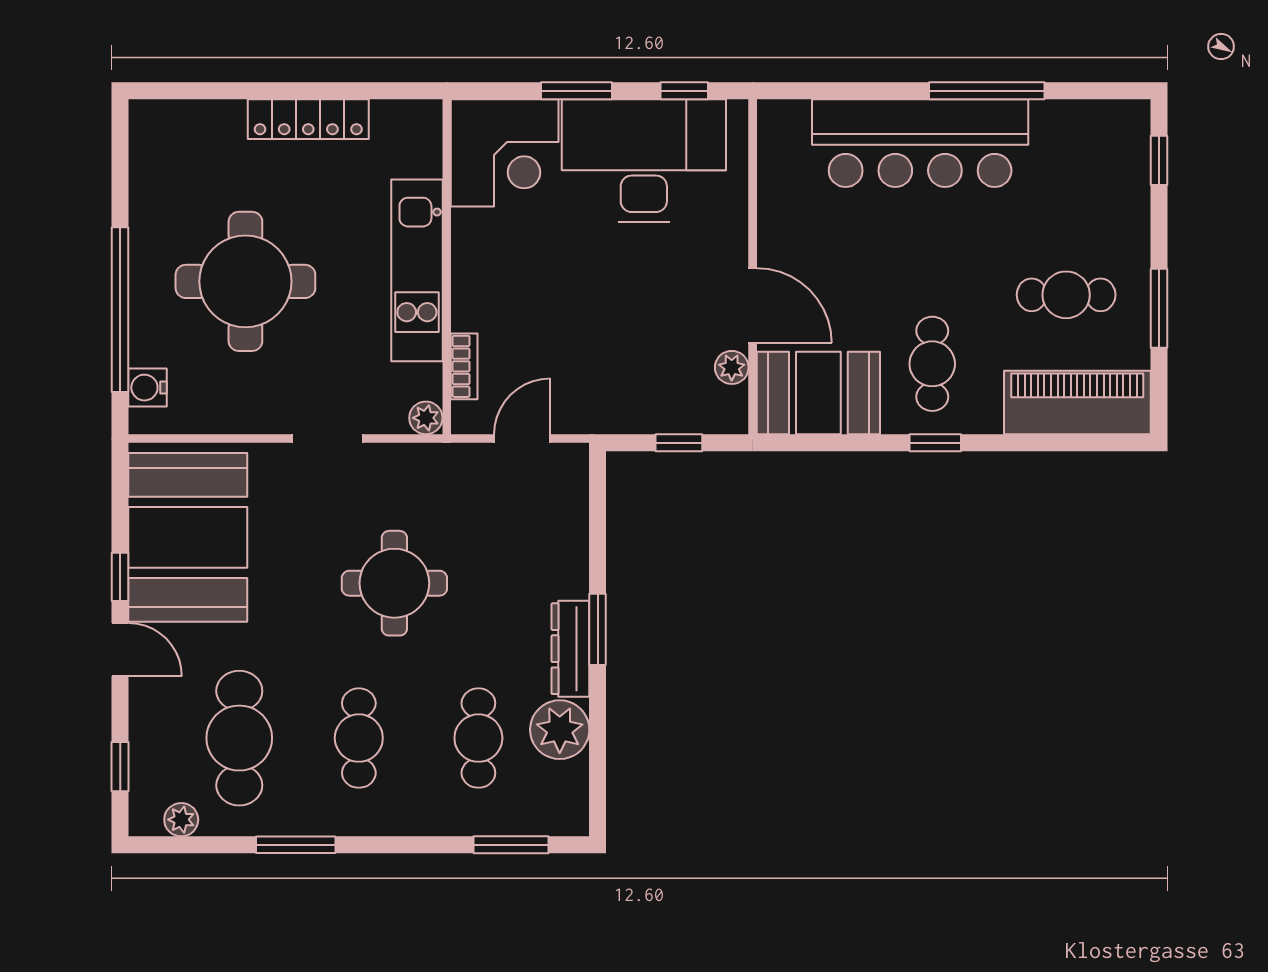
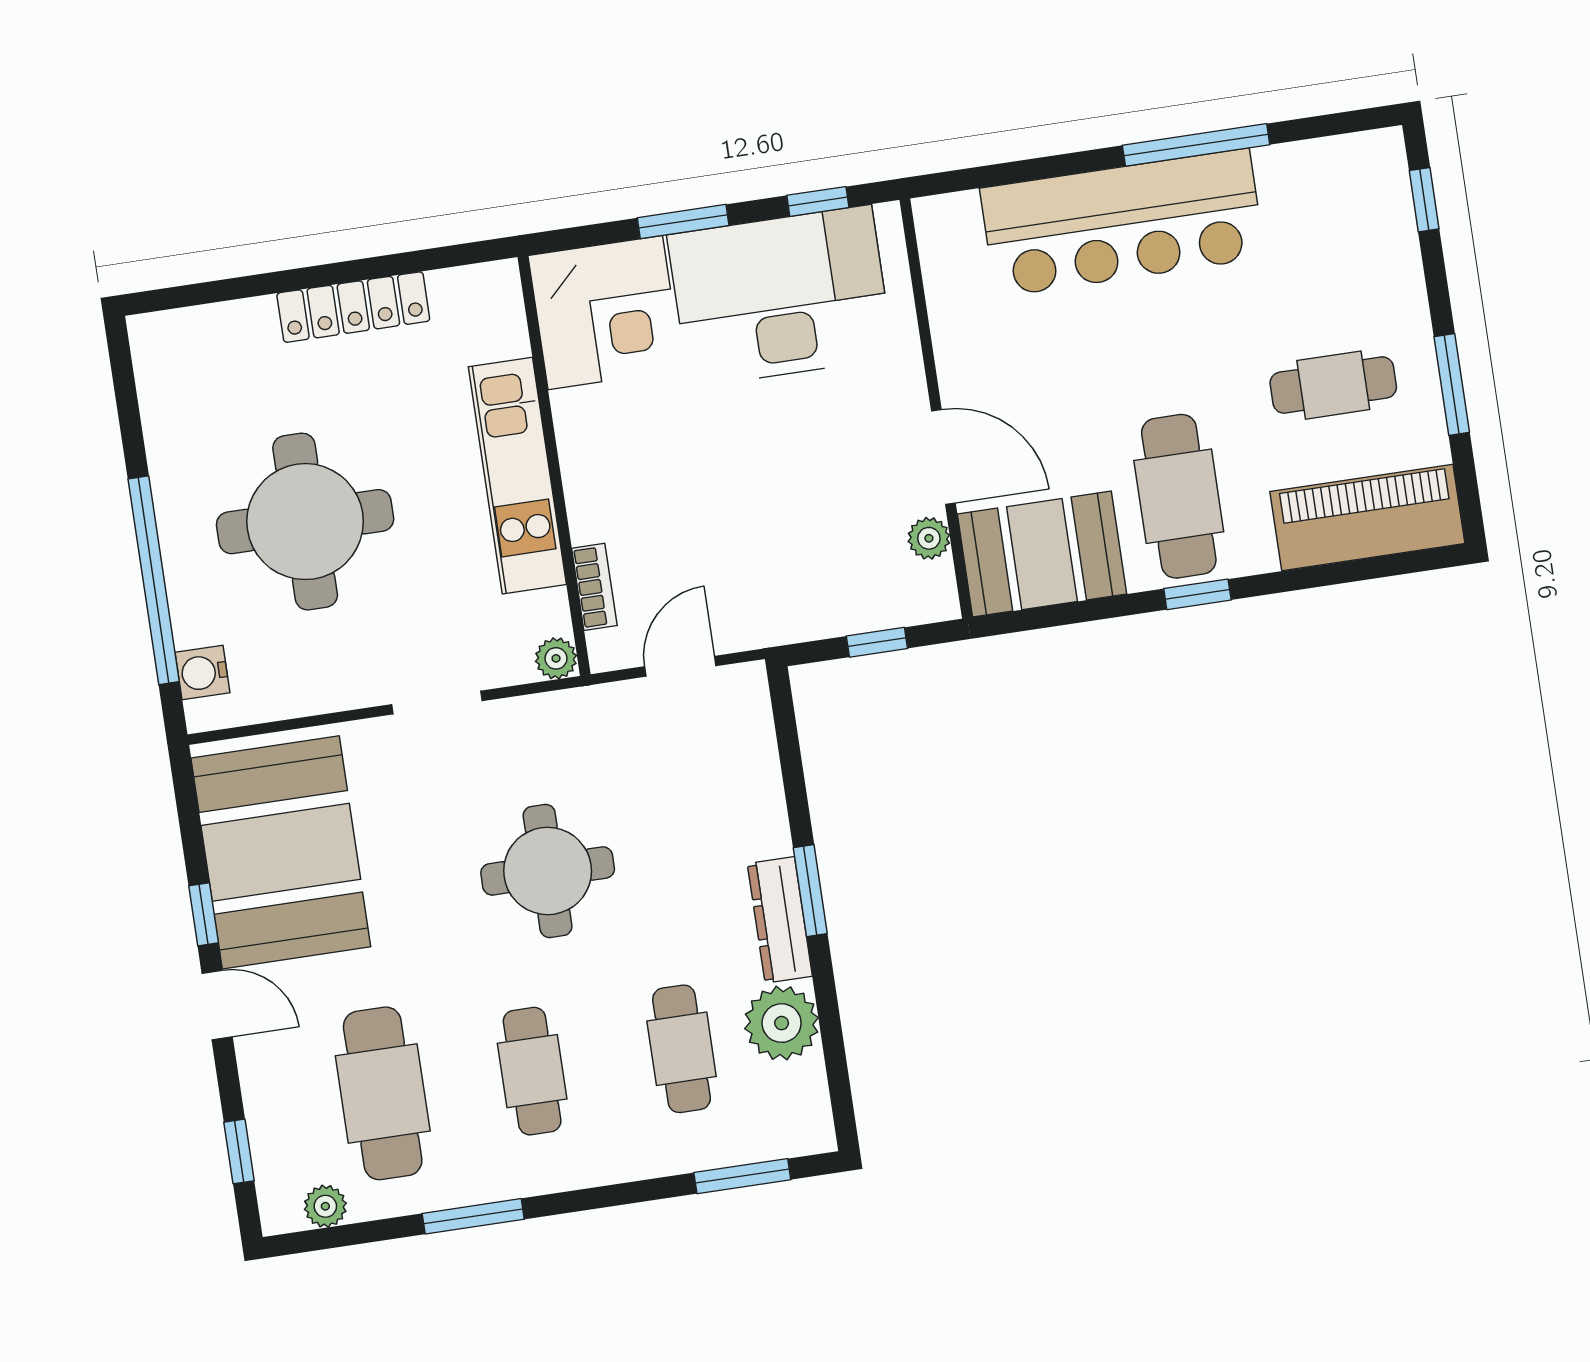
cafe table: (932, 364) -> (1179, 496), width x1.37, depth x1.35

